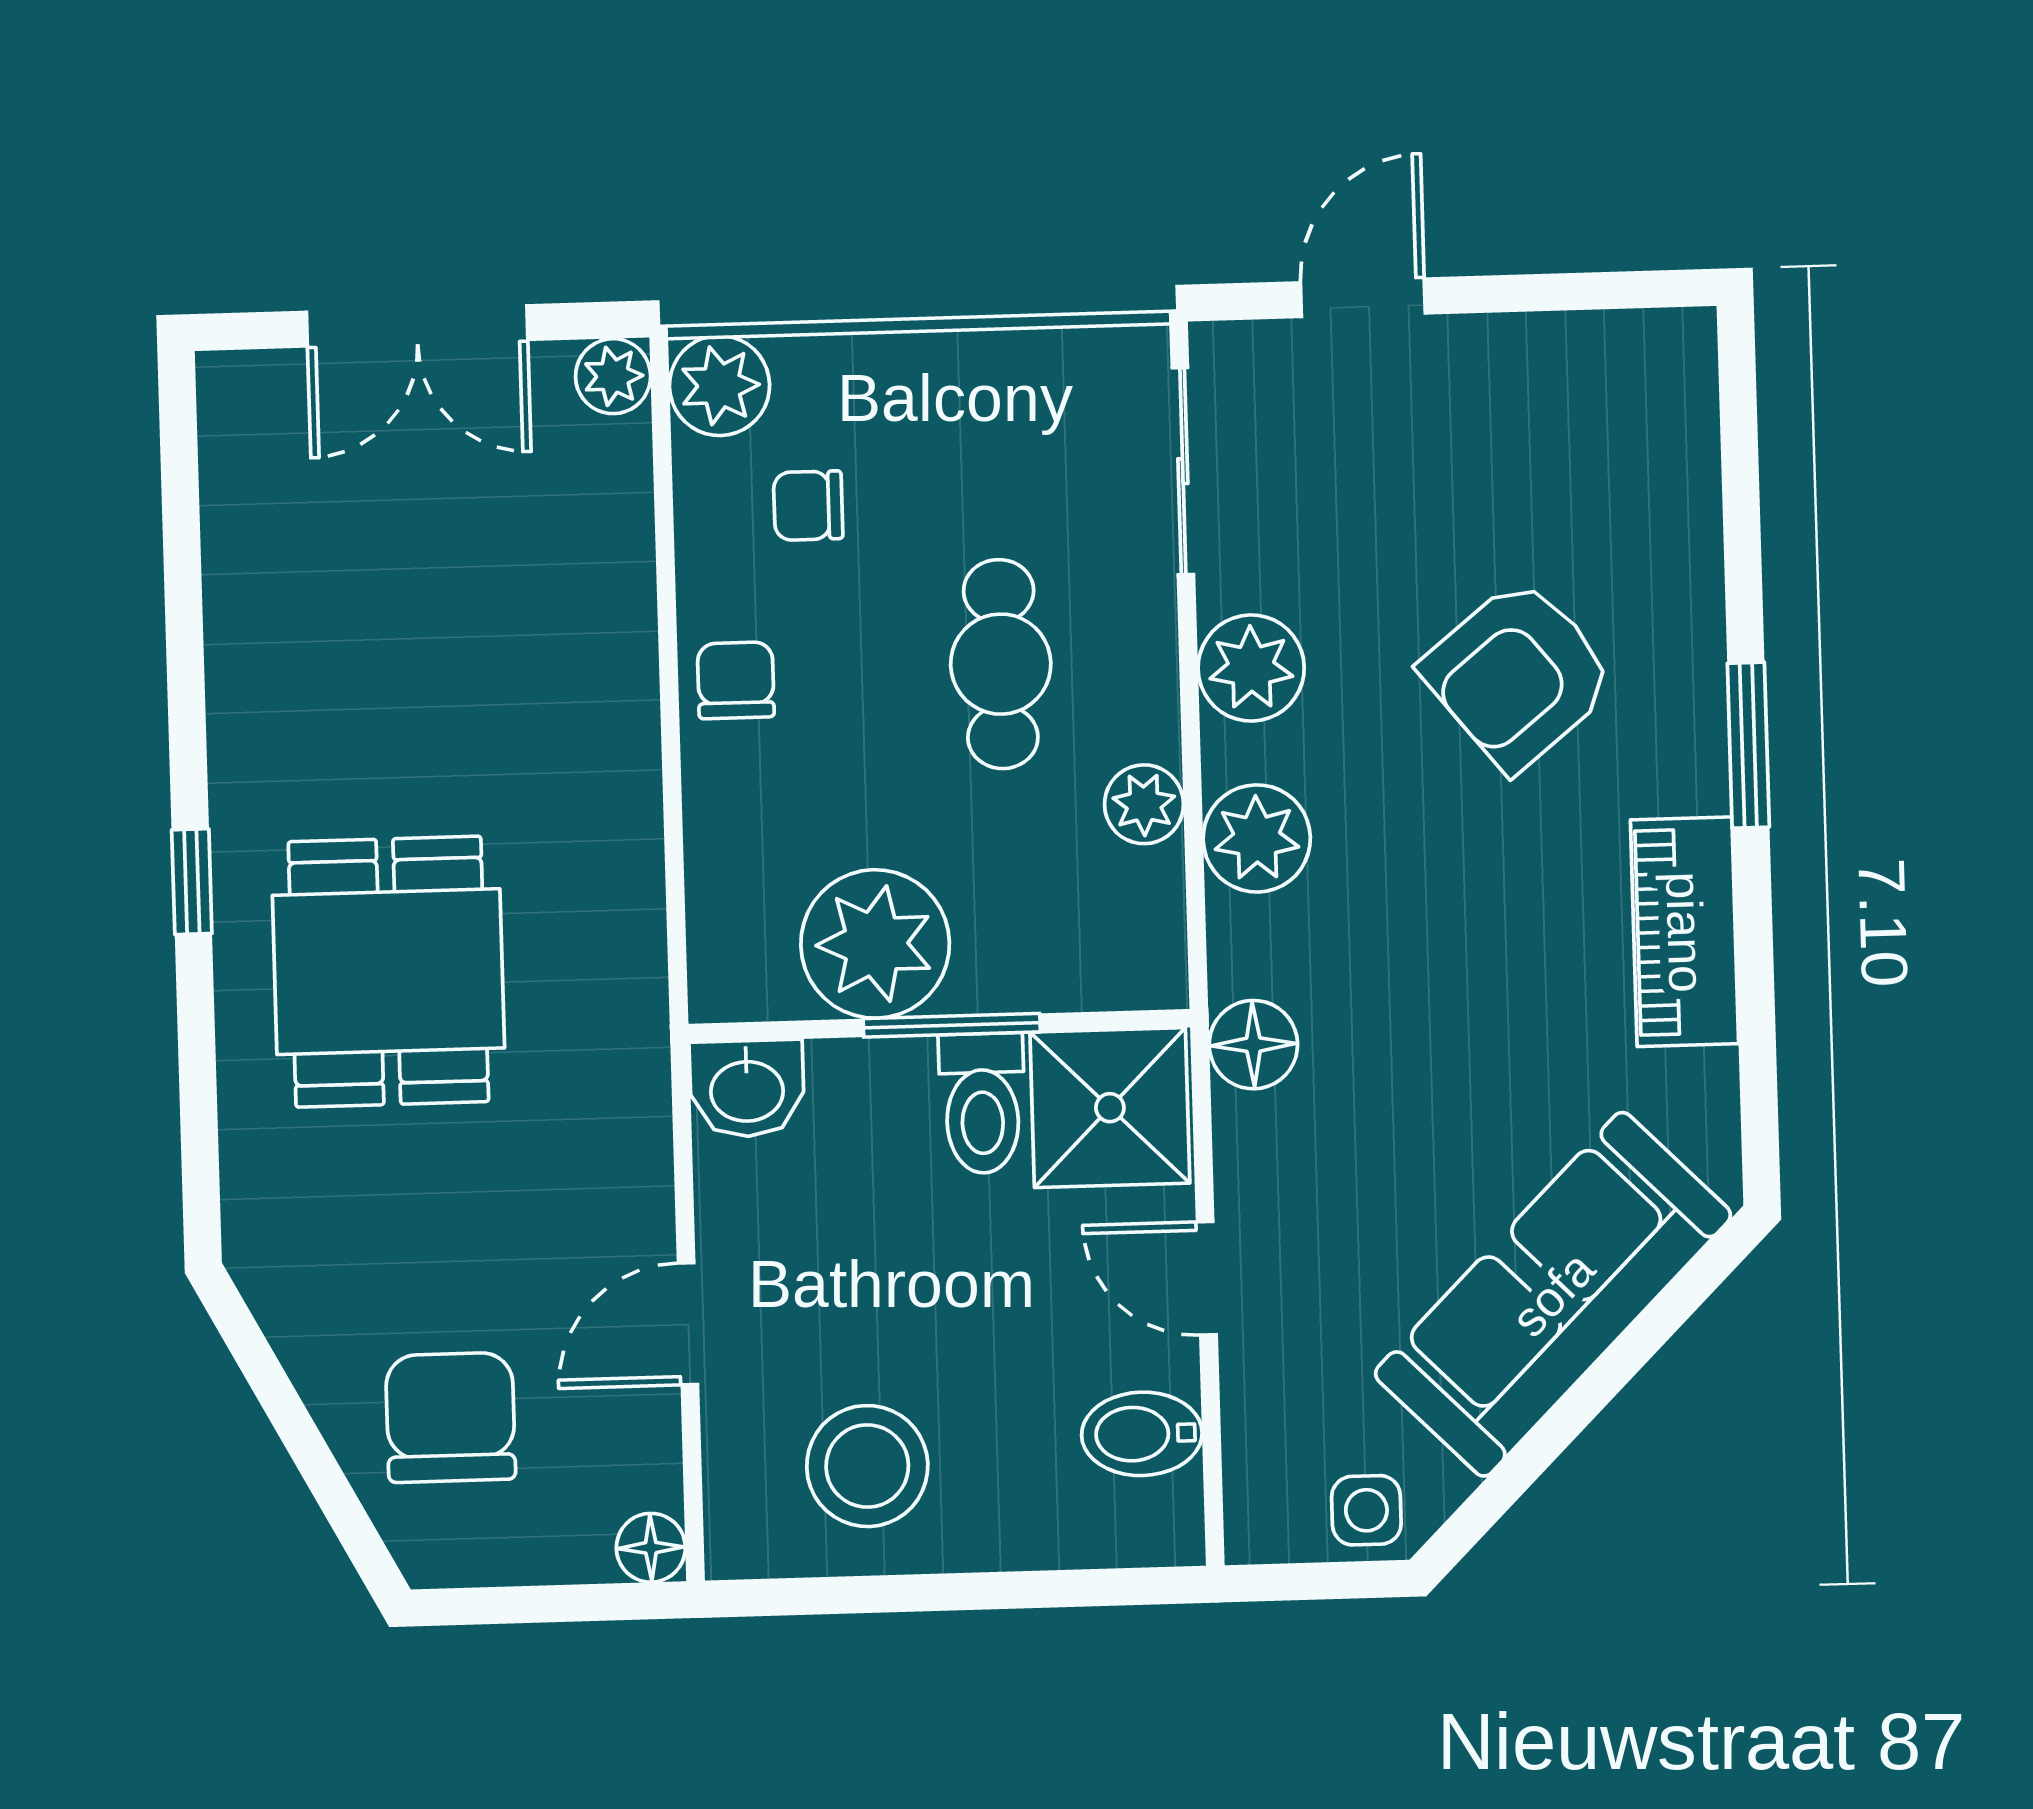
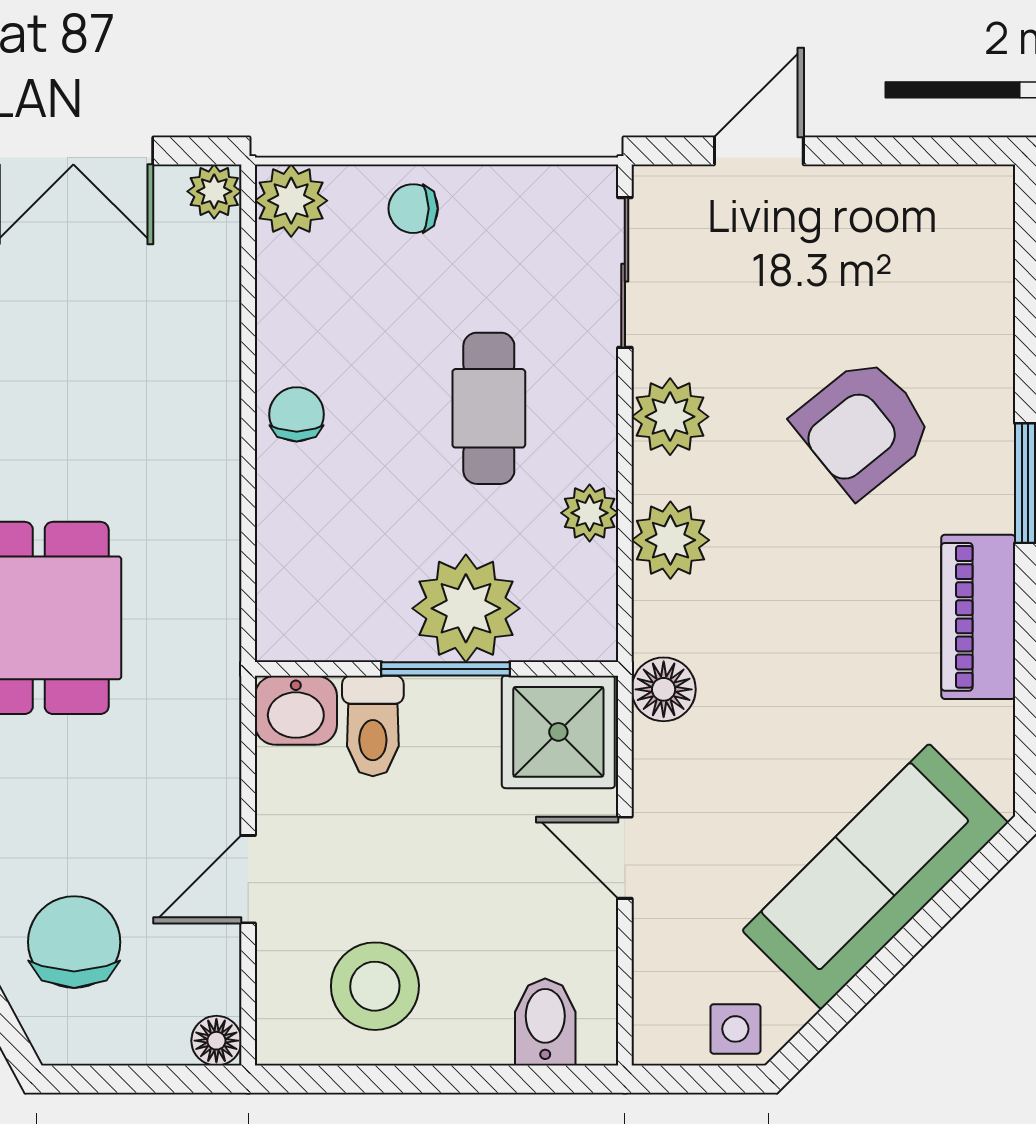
chair: (808, 506) -> (413, 209), moved
plant: (875, 944) -> (466, 608), moved
toilet: (982, 1103) -> (373, 726), moved
bidet: (1142, 1434) -> (545, 1022), moved, turned 90

